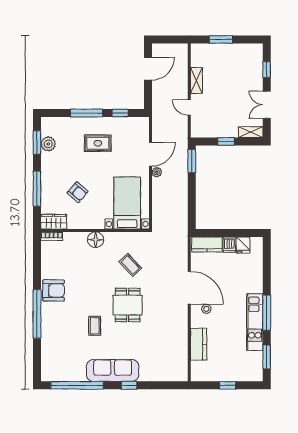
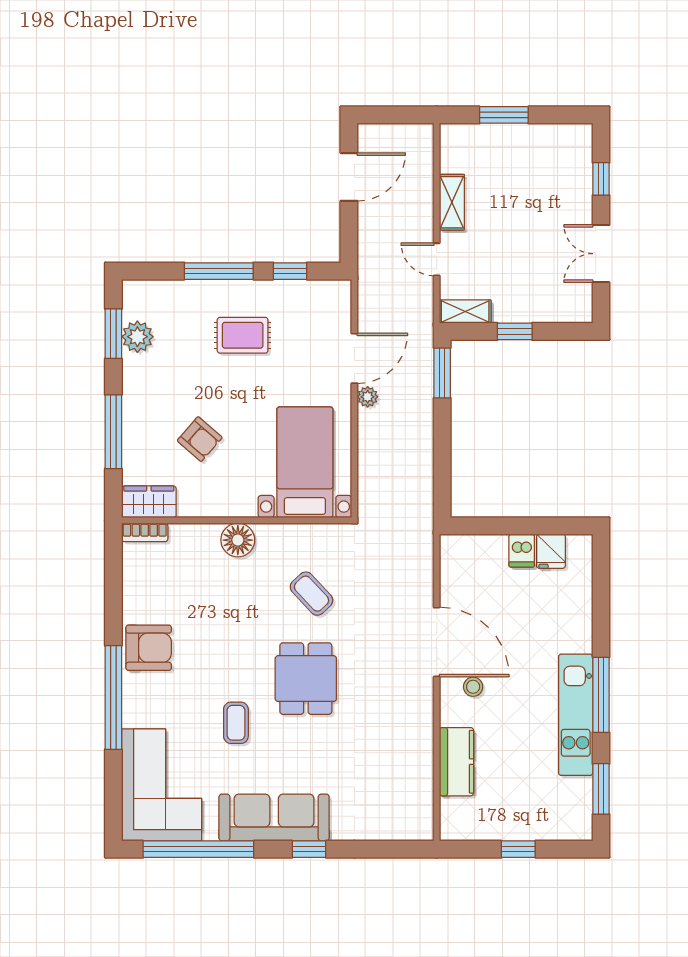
shelving: (251, 132) -> (465, 312), moved
kitchen counter: (207, 245) -> (474, 550), removed
corner sofa: (60, 355) -> (162, 785), added

